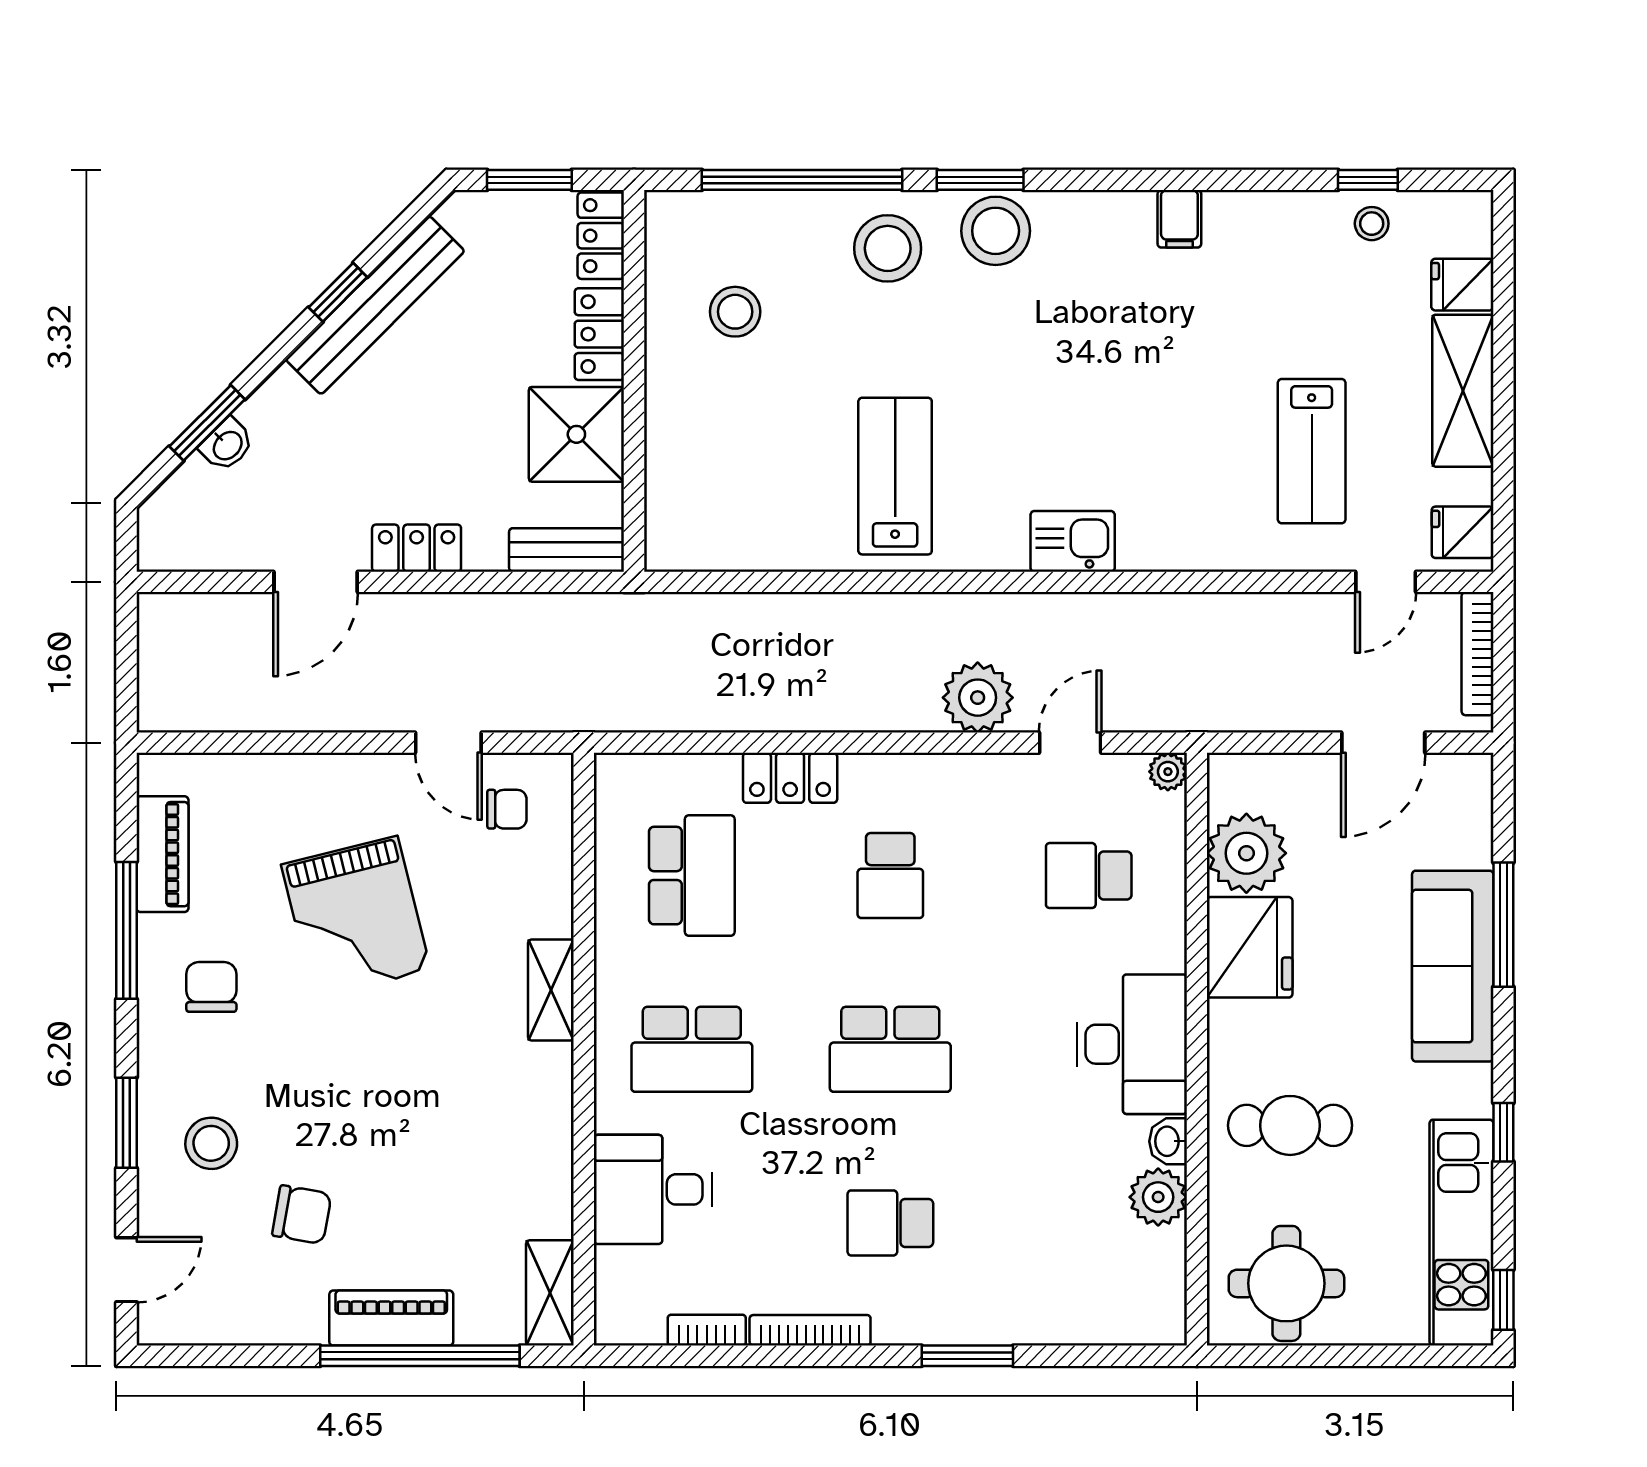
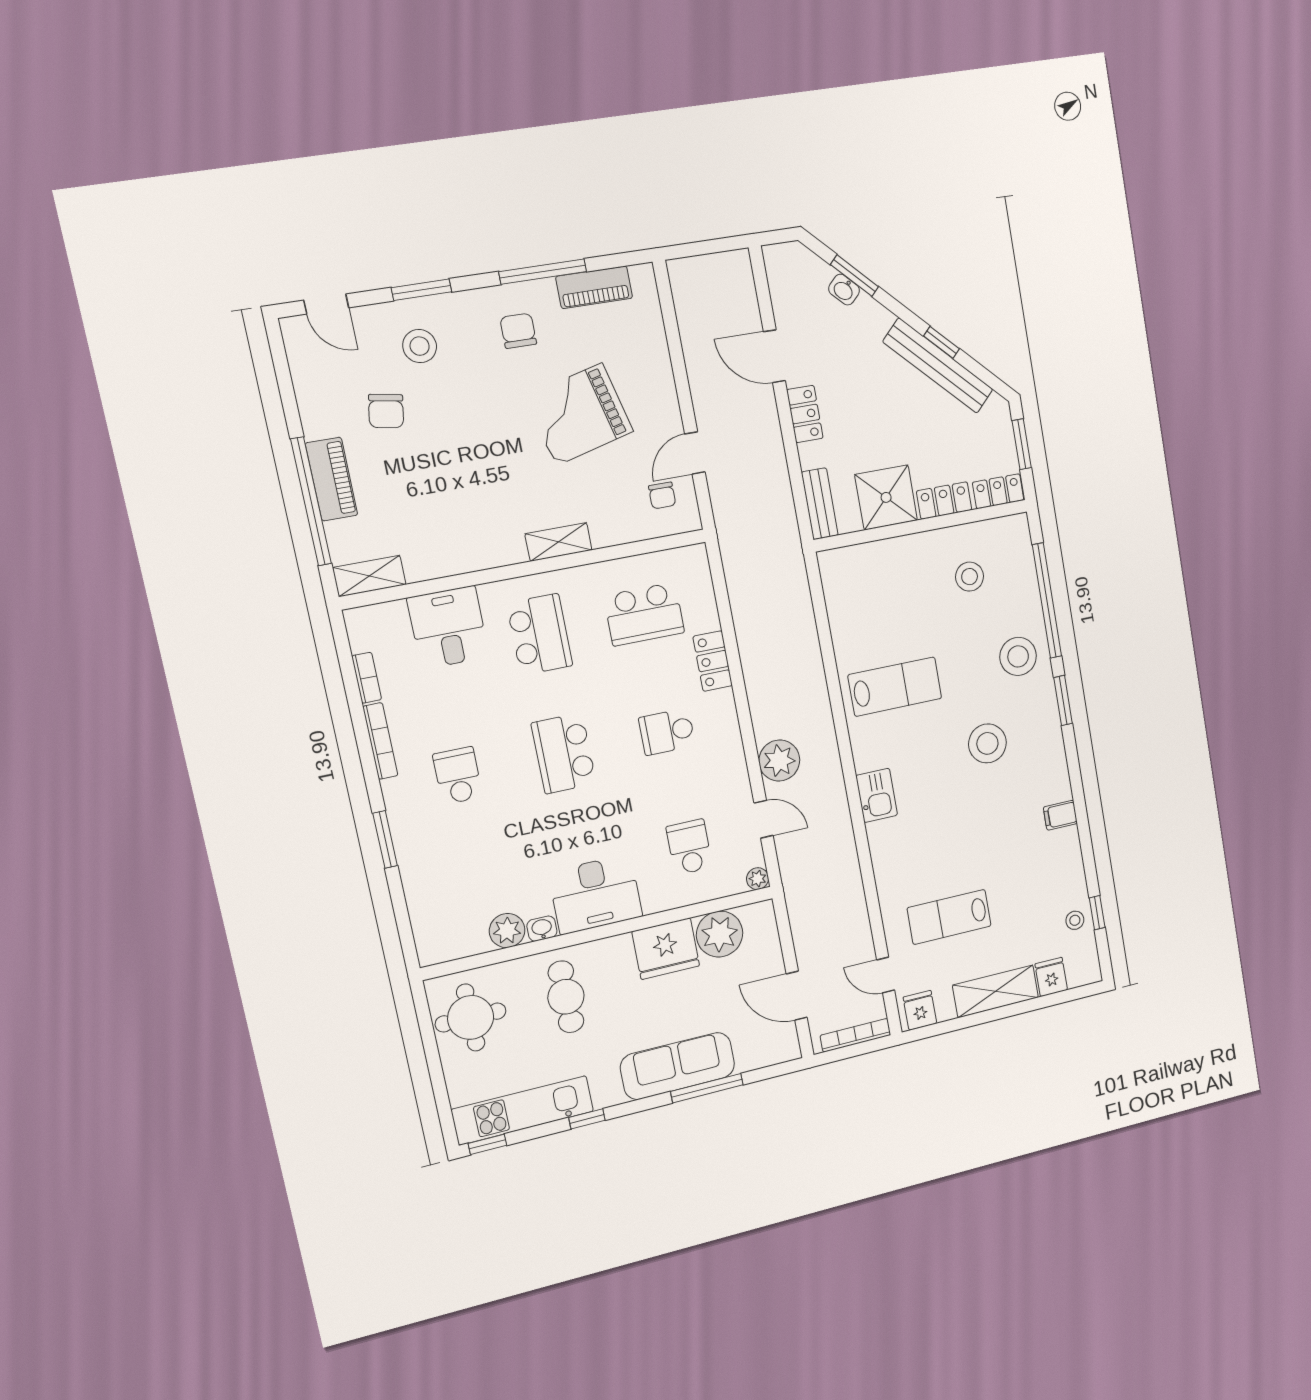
stool: (996, 231) -> (987, 743), moved
chair: (211, 987) -> (518, 331), turned -90
school desk: (692, 1049) -> (540, 634), turned 180

